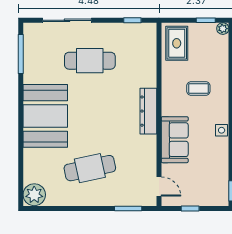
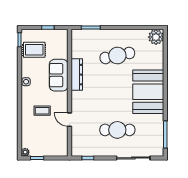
rug: (177, 43) -> (34, 50), moved, turned 90
dresser: (148, 111) -> (77, 75), moved
door: (159, 187) -> (69, 120), moved

